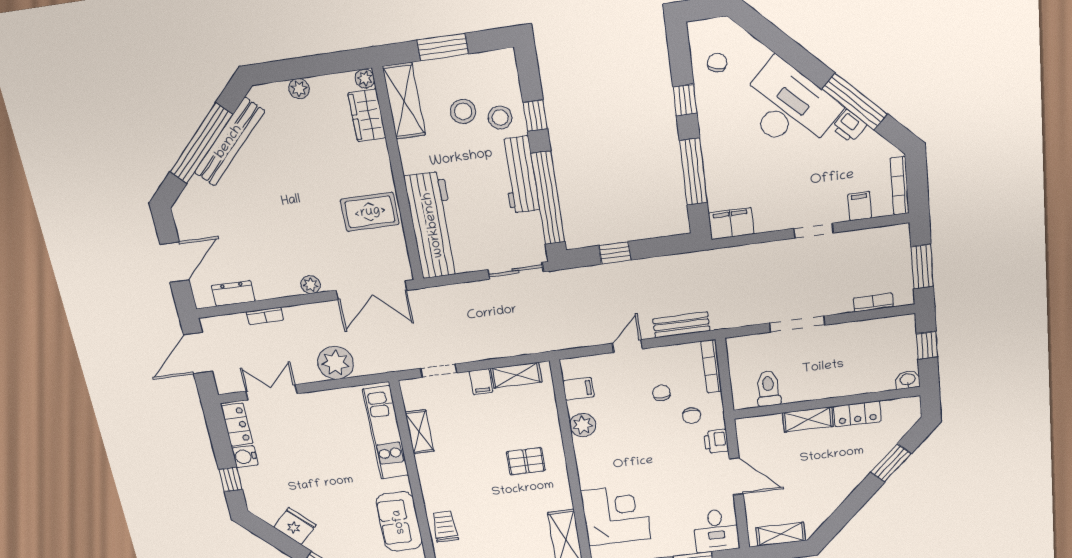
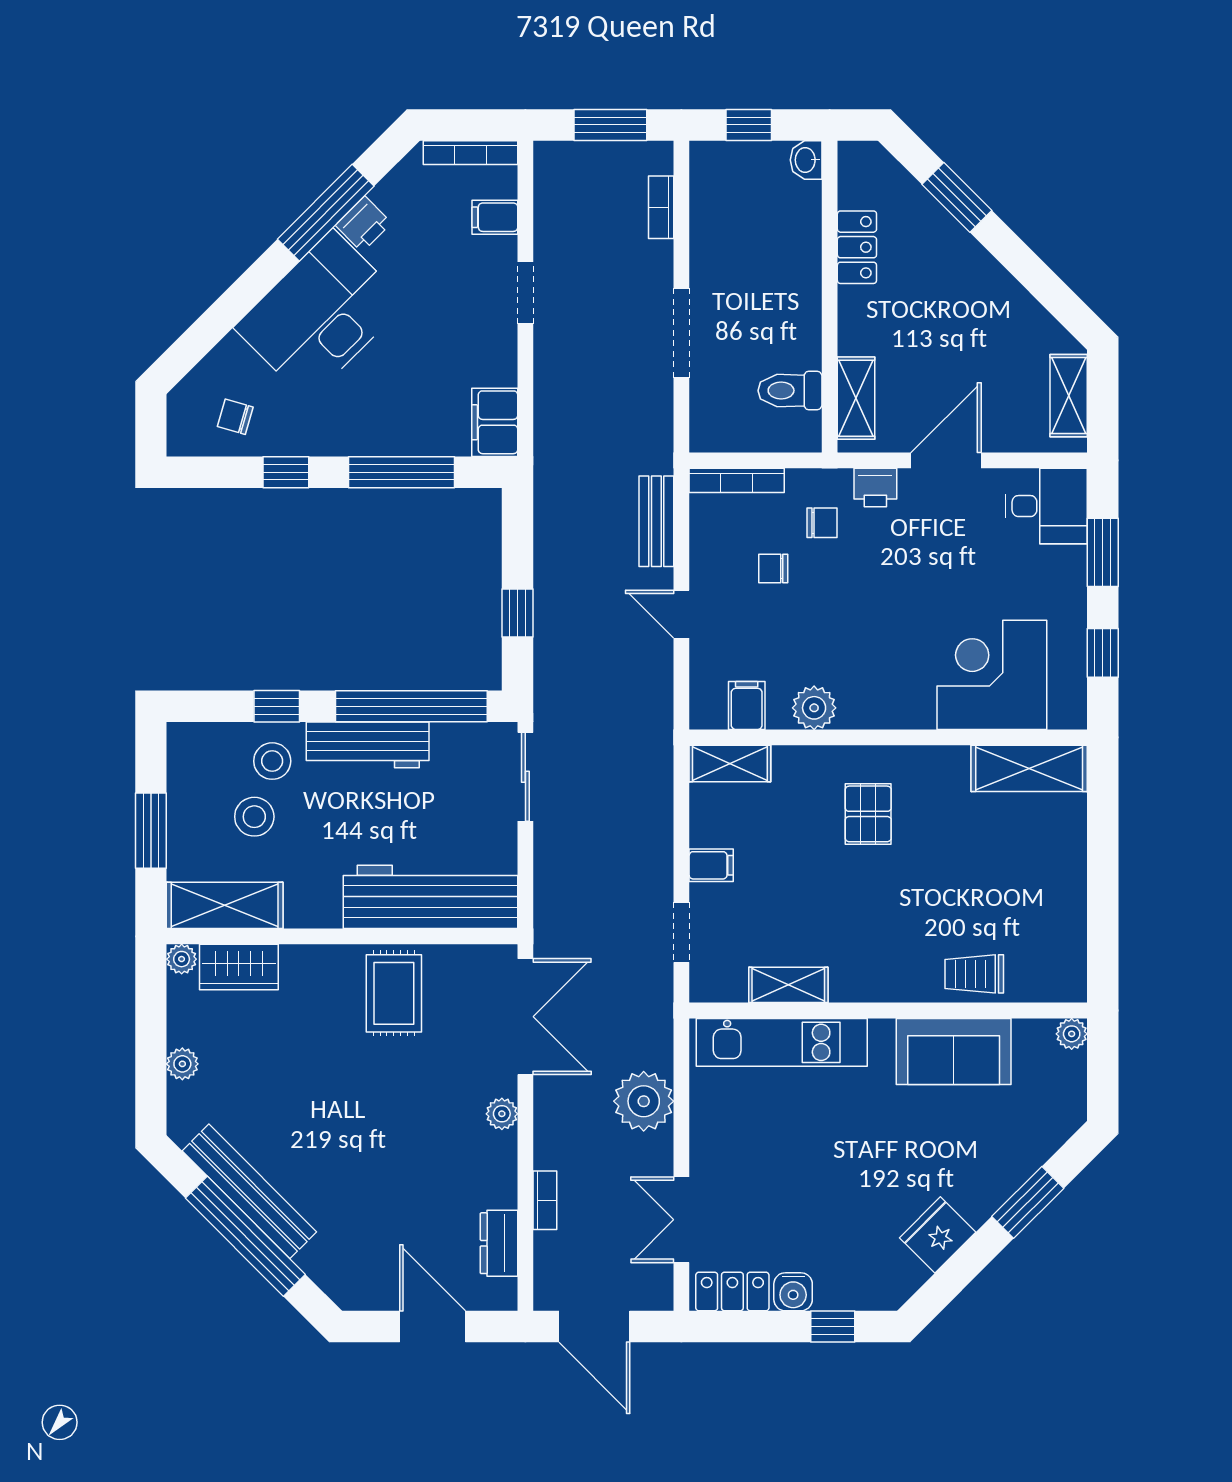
shelving: (516, 375) -> (730, 764), moved, turned 90
shelving: (808, 419) -> (856, 398), moved

